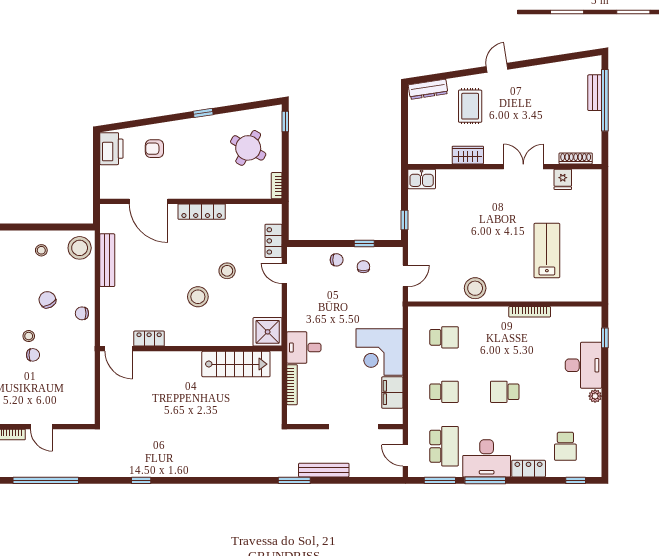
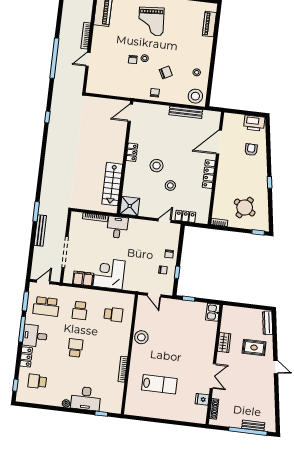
school desk: (444, 337) -> (113, 314), turned -90
locker: (149, 339) -> (132, 152), moved
desk: (487, 458) -> (35, 336), width x0.73

